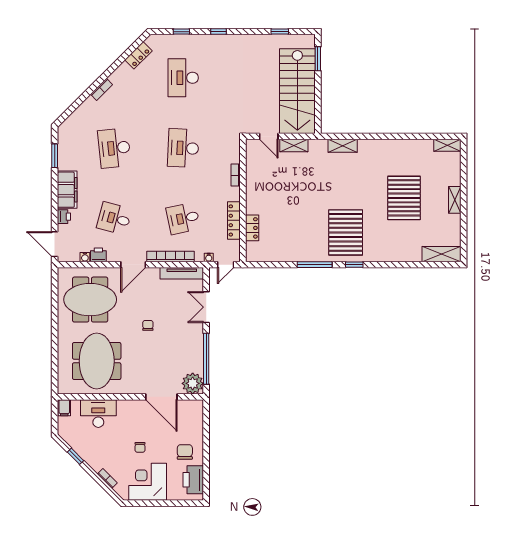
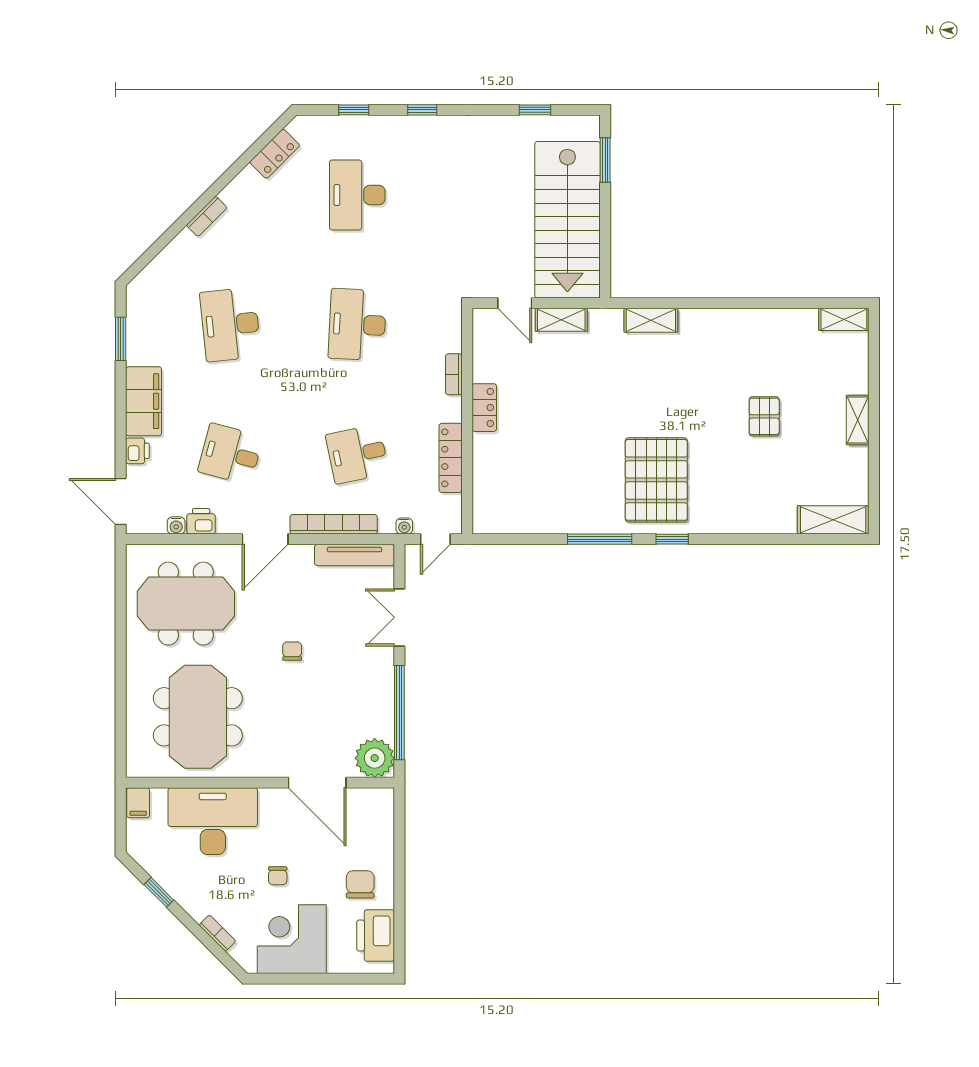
pallet: (404, 198) -> (764, 416), width x0.49, depth x0.50
locker: (252, 228) -> (484, 408), moved
desk: (98, 414) -> (213, 821), width x1.36, depth x1.30

